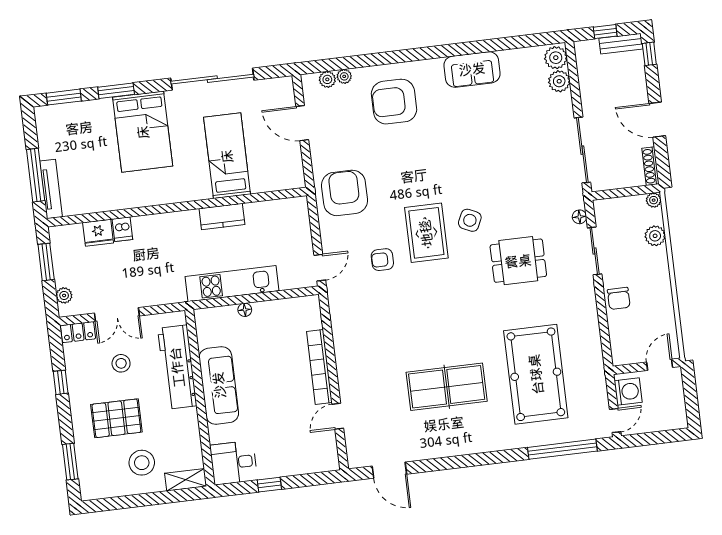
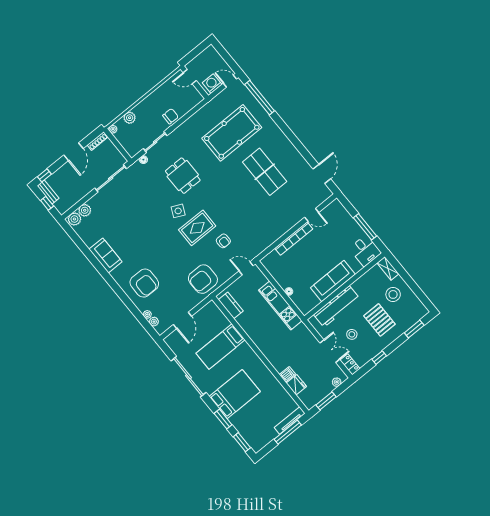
kitchen counter: (222, 217) -> (231, 305), moved
window: (269, 485) -> (365, 227), width x2.17

